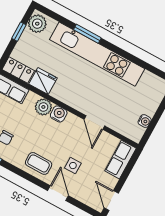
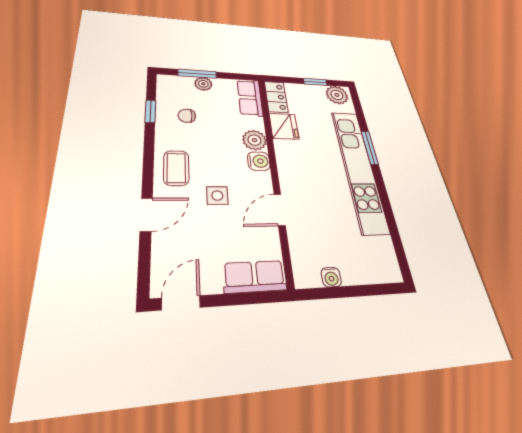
side table: (73, 166) -> (217, 196), moved

